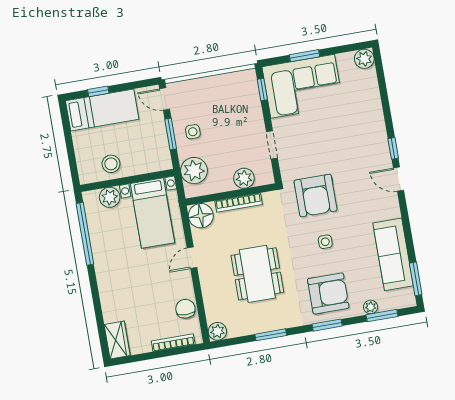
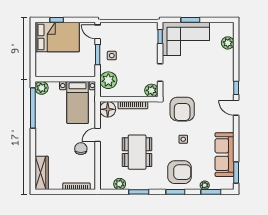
plant: (364, 59) -> (228, 43), moved
bed: (102, 110) -> (57, 37), width x1.50
stool: (111, 164) -> (57, 67), removed
plant: (244, 178) -> (151, 90), moved
plant: (110, 197) -> (42, 88), moved
chair: (185, 309) -> (81, 149), moved
plant: (217, 331) -> (120, 184), moved
wardrobe: (117, 340) -> (42, 173), width x1.50

